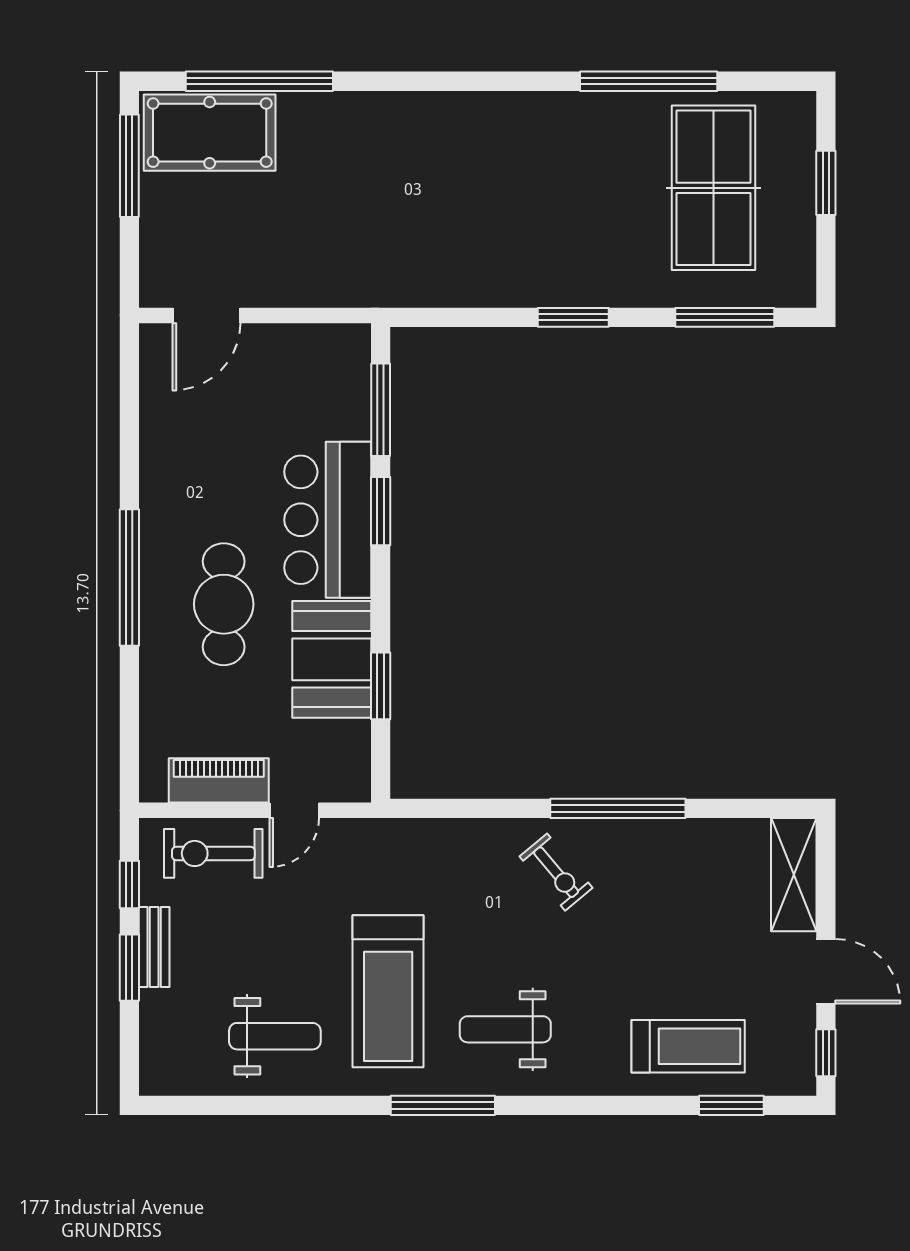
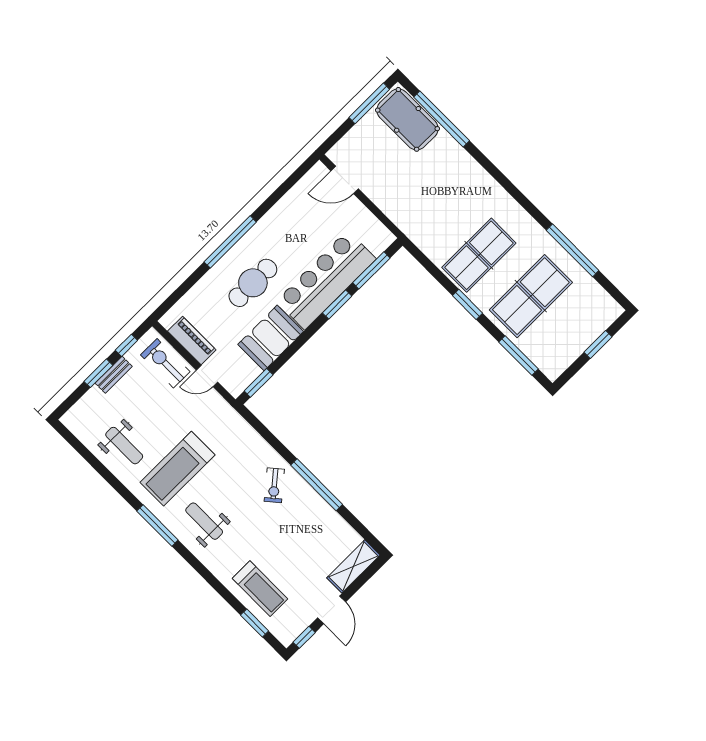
table tennis table: (714, 188) -> (531, 296), moved
table tennis table: (517, 228) -> (479, 255), added
bar counter: (328, 520) -> (326, 280), width x1.36
window: (381, 686) -> (259, 383), moved

